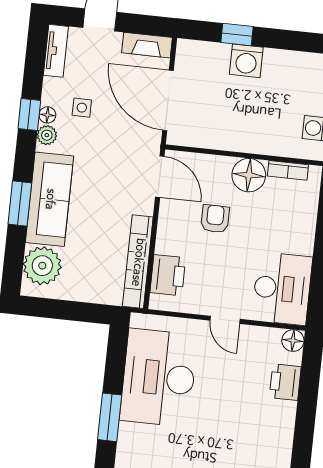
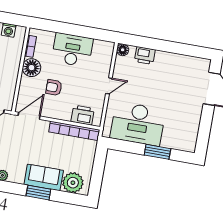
sofa: (50, 199) -> (44, 177), width x0.73
desk: (282, 289) -> (72, 50), moved

